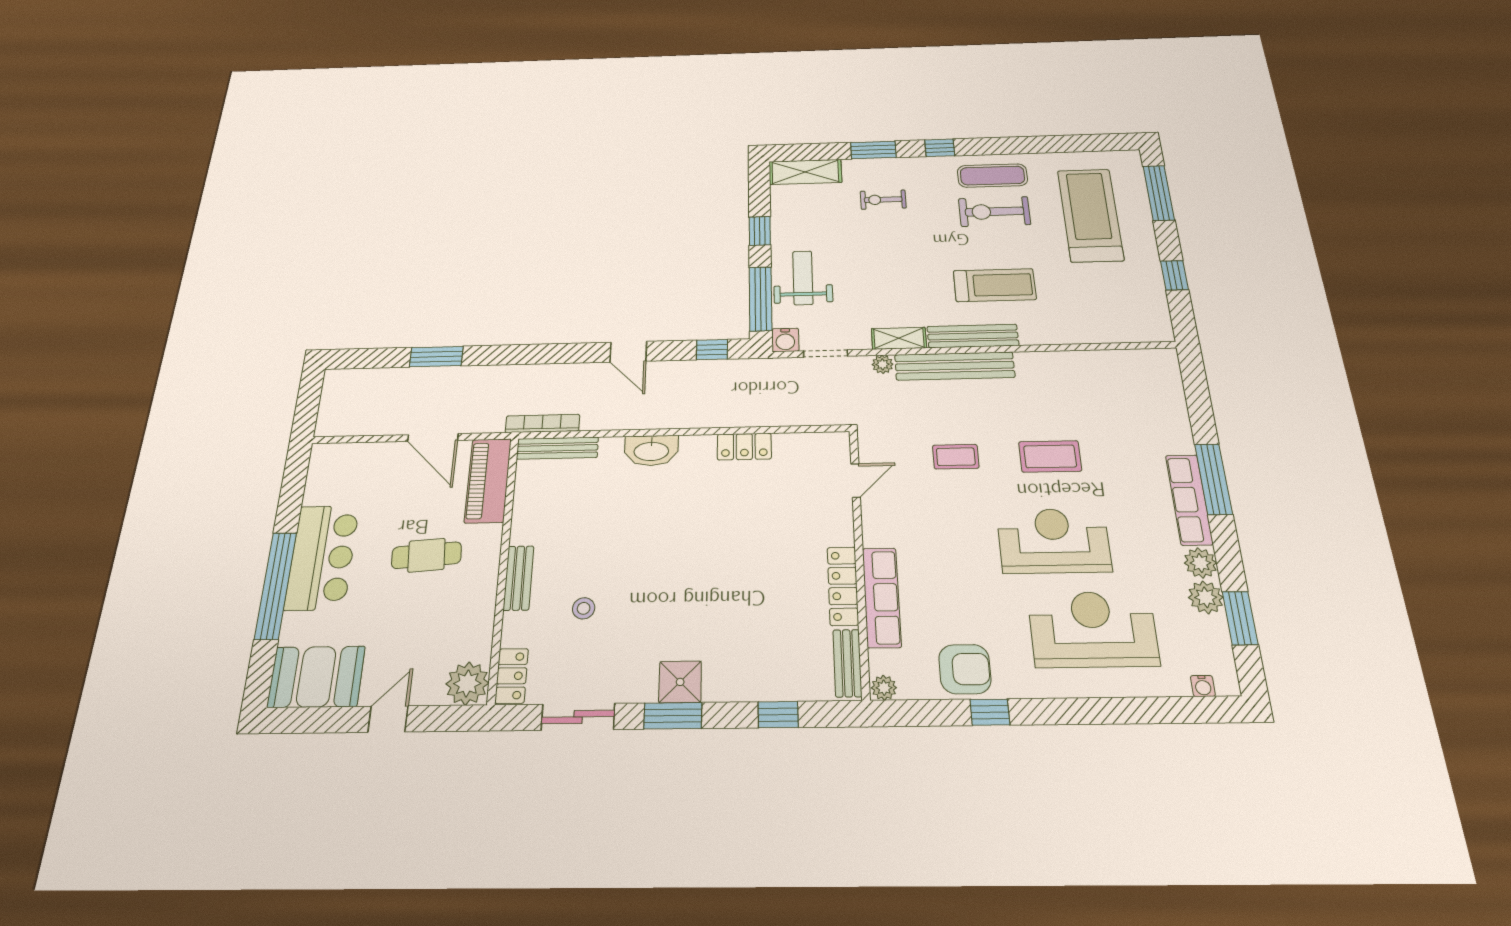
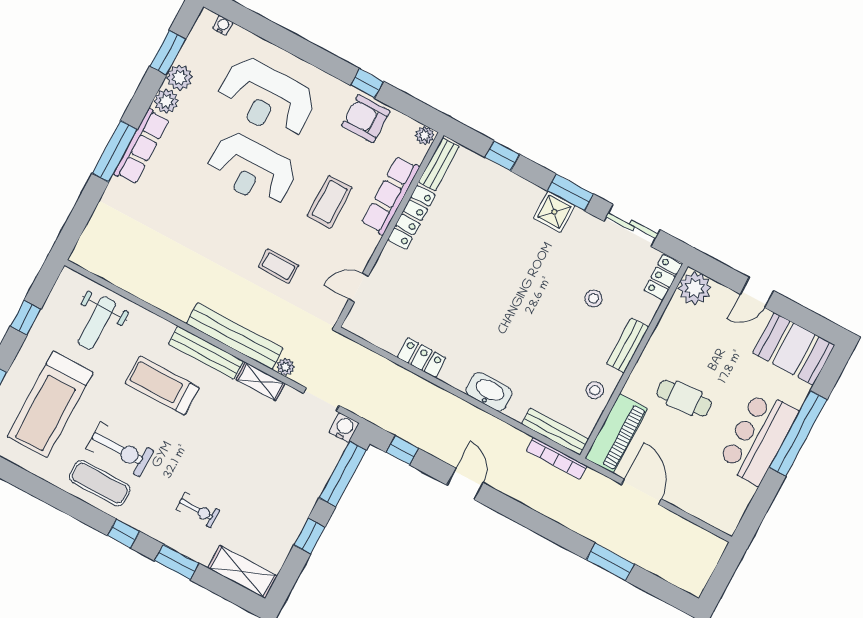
weight bench: (803, 278) -> (97, 323), moved
coffee table: (1050, 456) -> (330, 202), moved, turned 90
stool: (534, 512) -> (595, 390), added

